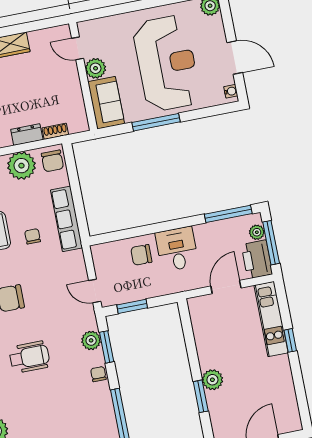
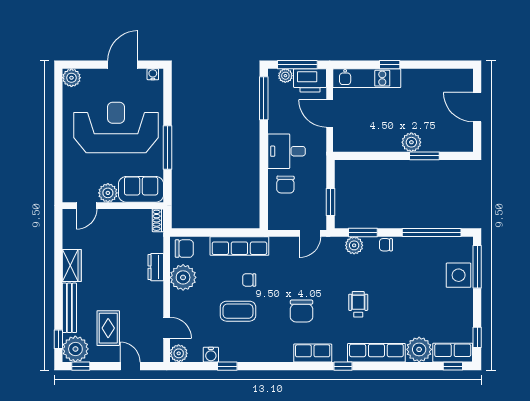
shoe rack: (55, 131) -> (158, 220), moved
wheelchair: (29, 357) -> (358, 304), width x0.73, depth x0.73

